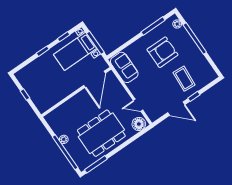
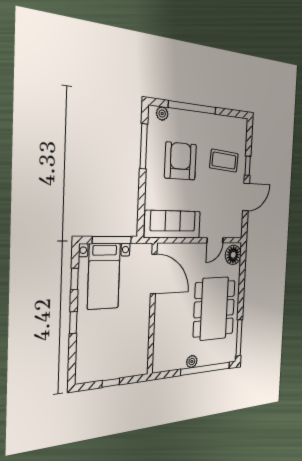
sofa: (124, 67) -> (173, 224), width x1.36

